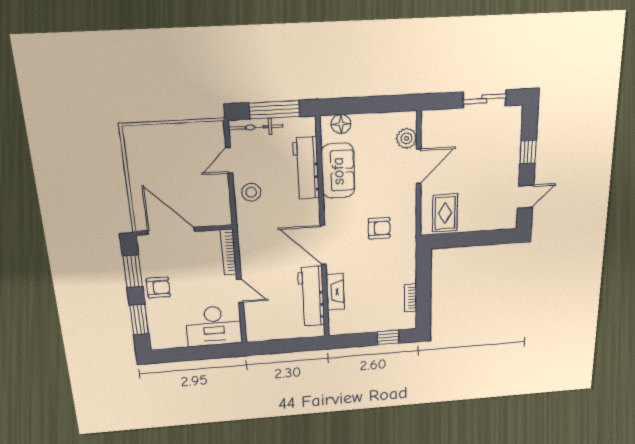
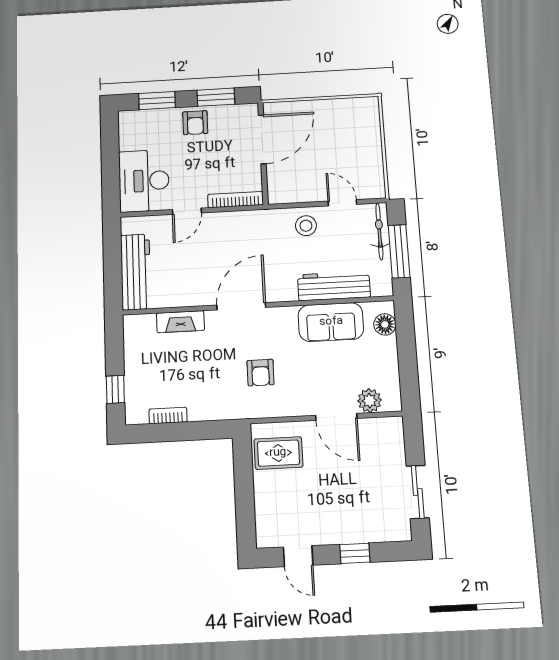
workbench: (311, 296) -> (136, 272), moved, turned 90

